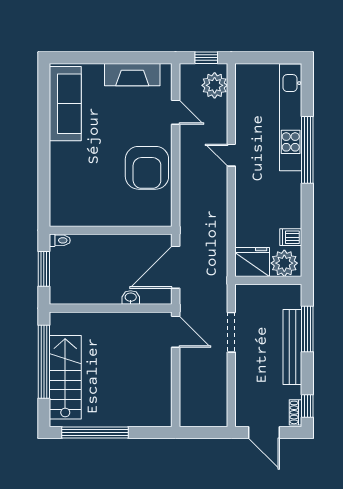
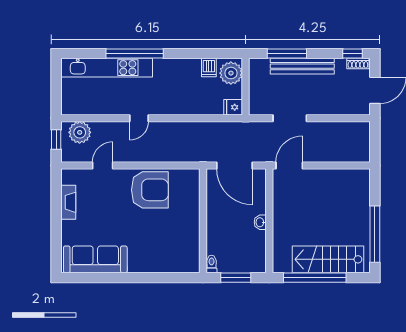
fireplace: (132, 75) -> (68, 202), width x0.73, depth x0.76
fridge: (252, 262) -> (233, 107), width x0.53, depth x0.75
washbasin: (131, 298) -> (260, 222), moved

